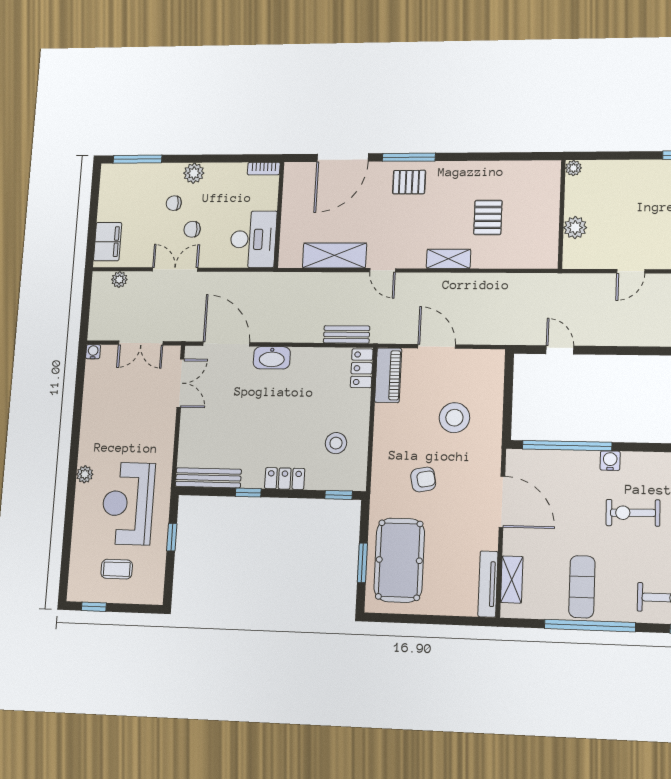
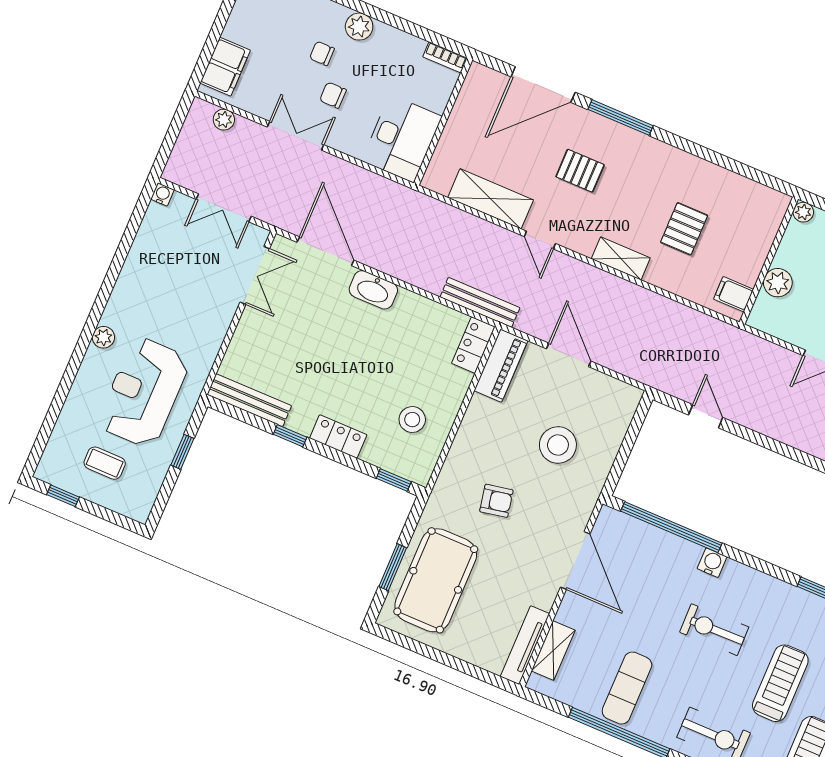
pallet: (409, 182) -> (580, 171), moved
filing cabinet: (545, 250) -> (734, 294), added
bench: (347, 335) -> (480, 302), width x1.36

